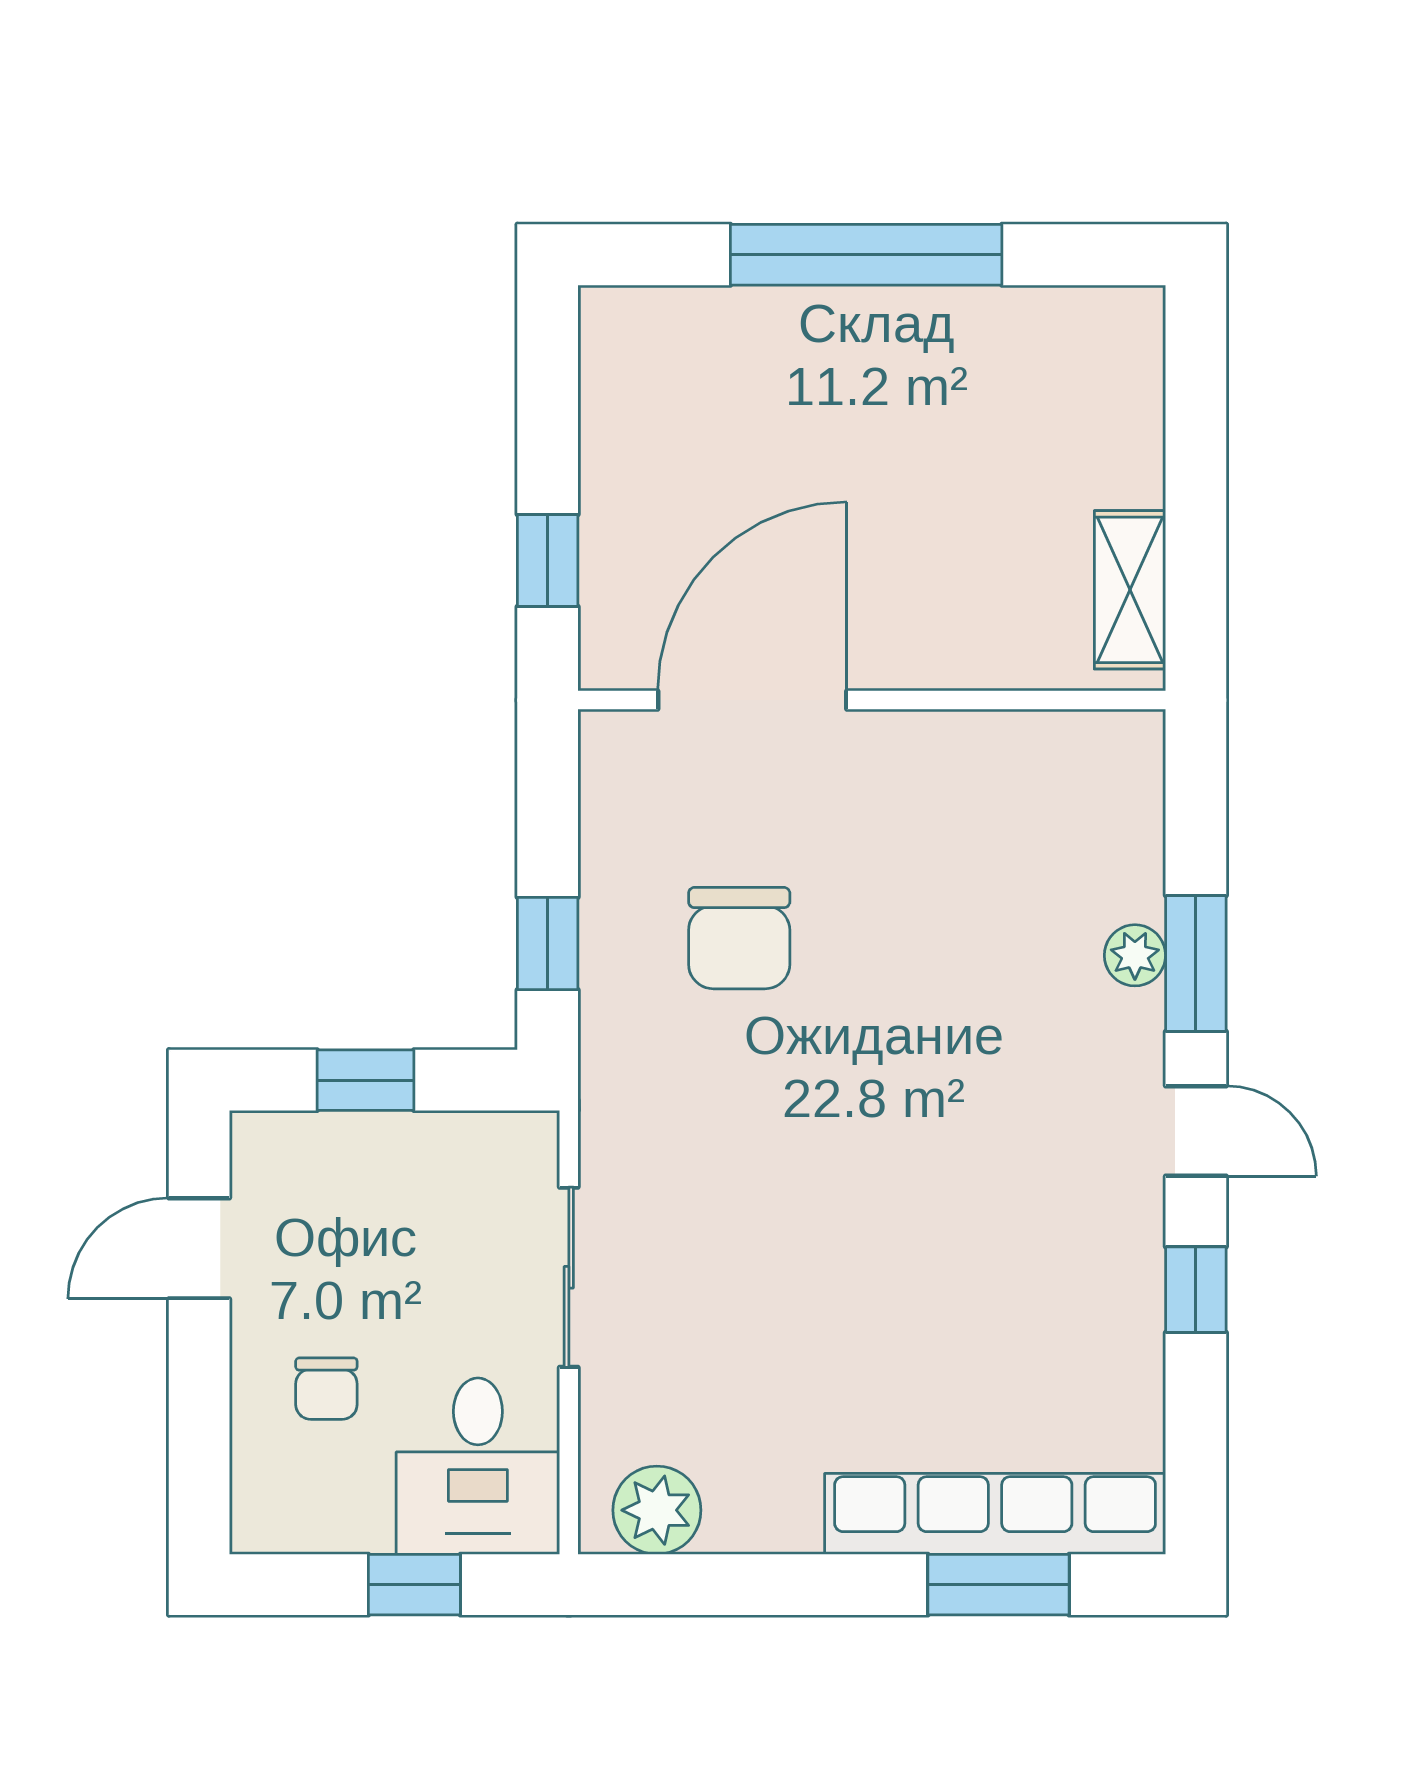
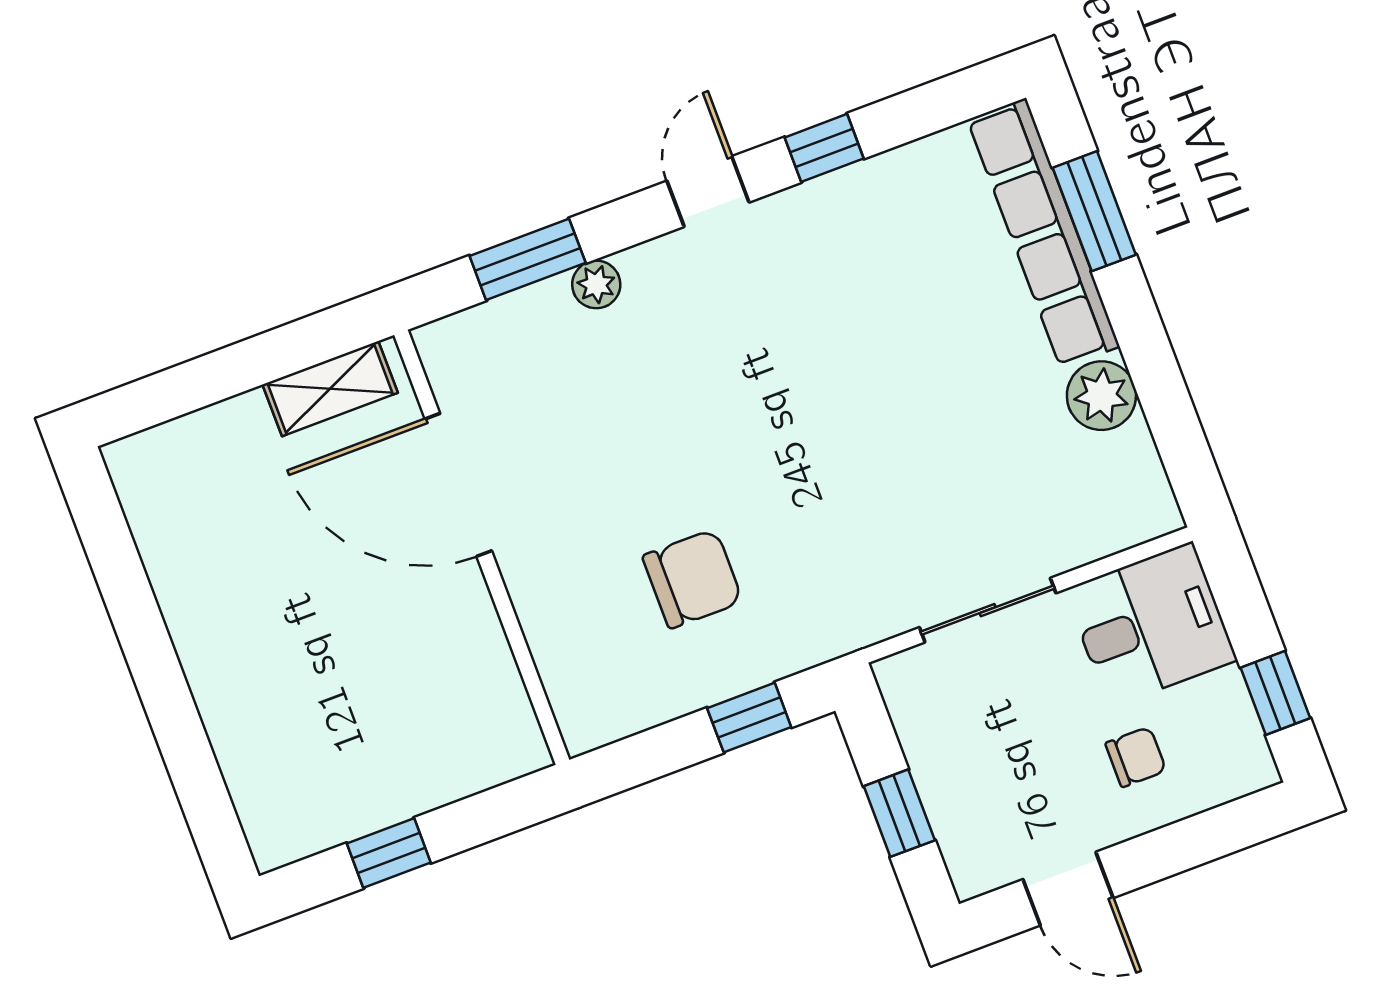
window: (866, 255) -> (157, 674), removed
window: (548, 561) -> (389, 853), moved
door: (752, 700) -> (458, 485), moved
window: (1196, 964) -> (528, 259), moved
plant: (657, 1510) -> (1101, 396), moved
window: (414, 1585) -> (1275, 693), moved

